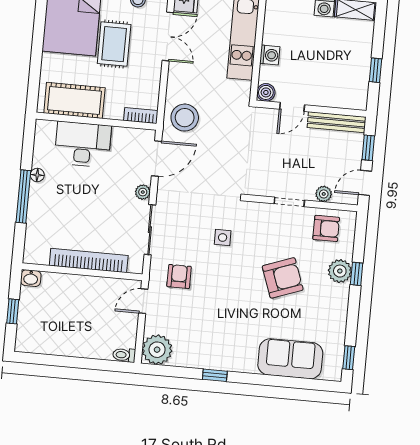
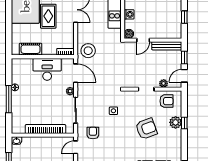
cot: (74, 100) -> (31, 49), width x0.73, depth x0.75
desk: (83, 144) -> (47, 69), moved
door: (157, 158) -> (76, 73), hinge flipped

